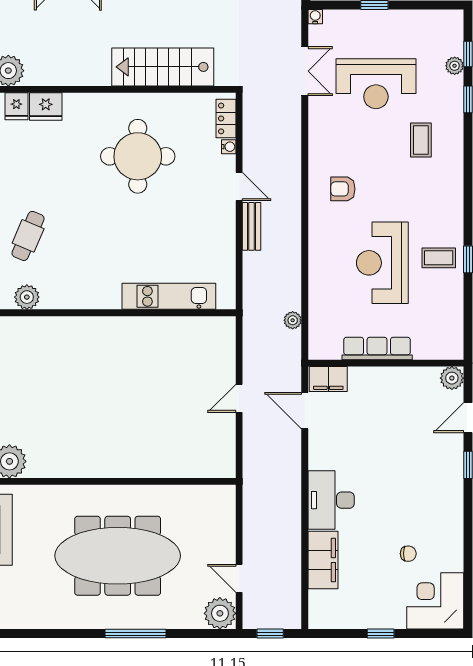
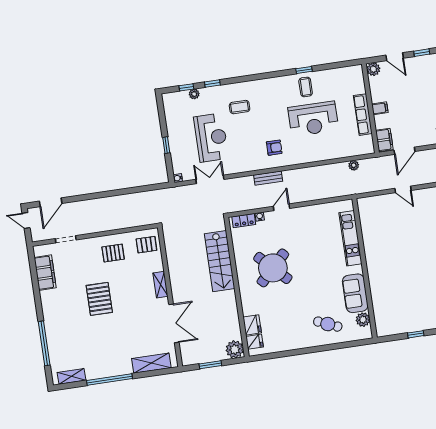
round table: (138, 156) -> (273, 268), turned 45
armchair: (343, 189) -> (274, 148), turned -90
bench: (251, 226) -> (268, 178), moved
sofa: (74, 291) -> (355, 293), added
filing cabinet: (383, 379) -> (380, 108), added

